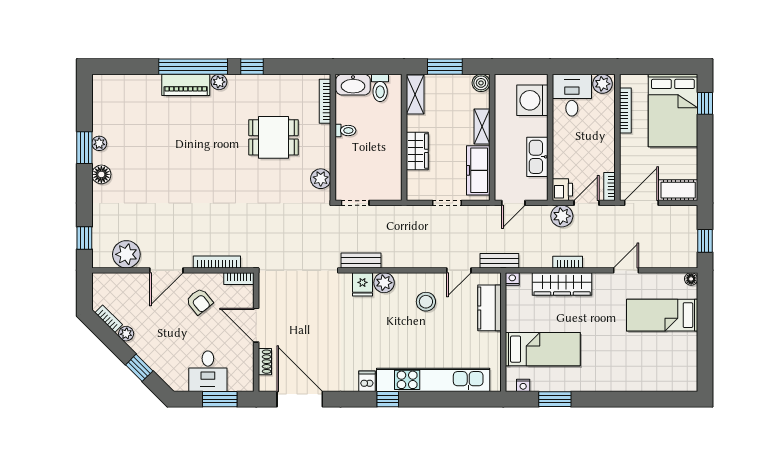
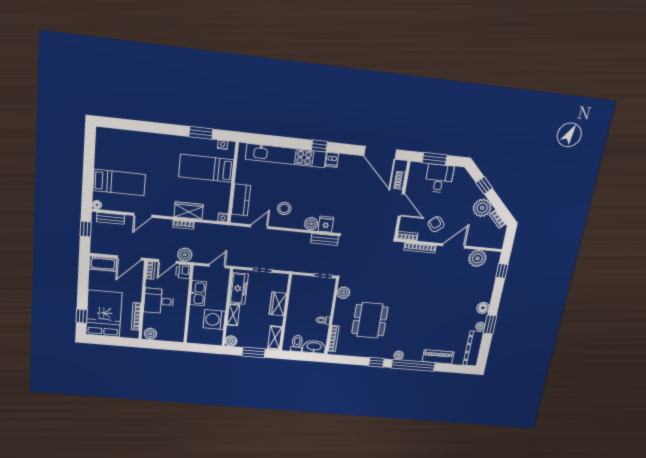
piano: (186, 85) -> (438, 357), moved
desk: (572, 95) -> (159, 301), moved, turned 90
washing machine: (532, 100) -> (214, 320), moved, turned 180
dresser: (103, 104) -> (473, 348), added
dining table: (273, 137) -> (370, 320), width x1.38
bench: (499, 261) -> (111, 218), moved
wardrobe: (562, 284) -> (189, 211), width x0.67
plant: (126, 334) -> (482, 208), width x1.87, depth x1.87

